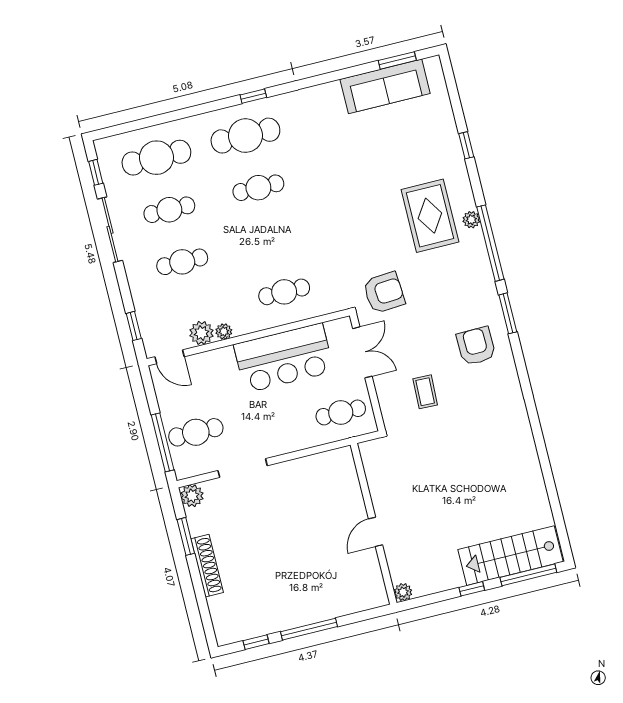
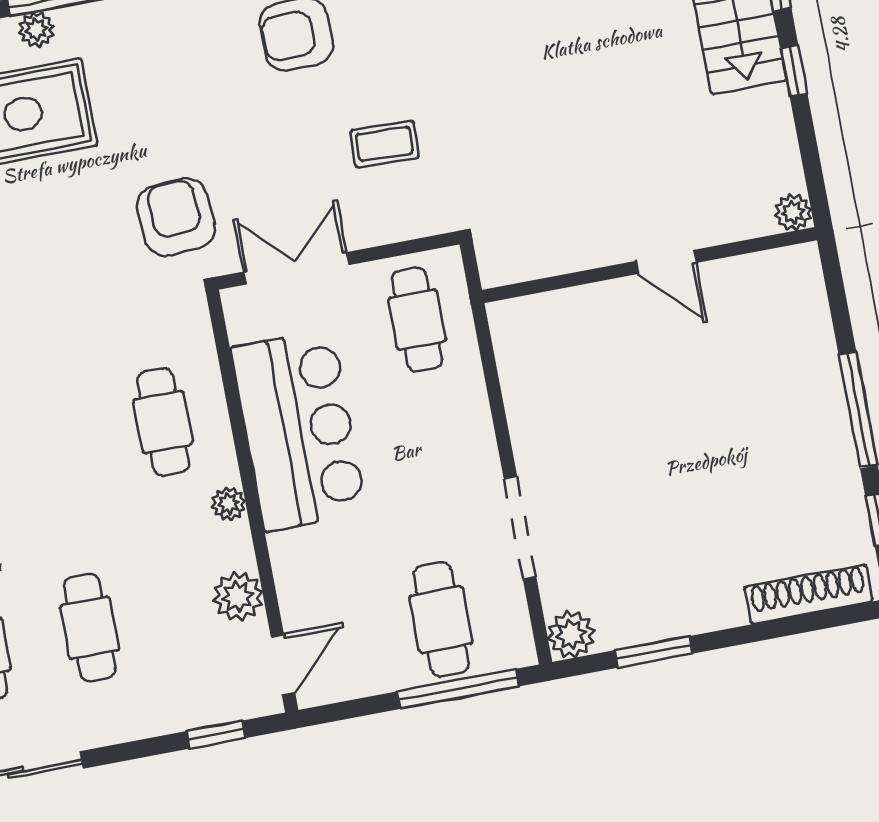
plant: (224, 332) -> (229, 504), moved
shoe rack: (207, 566) -> (808, 594), moved

